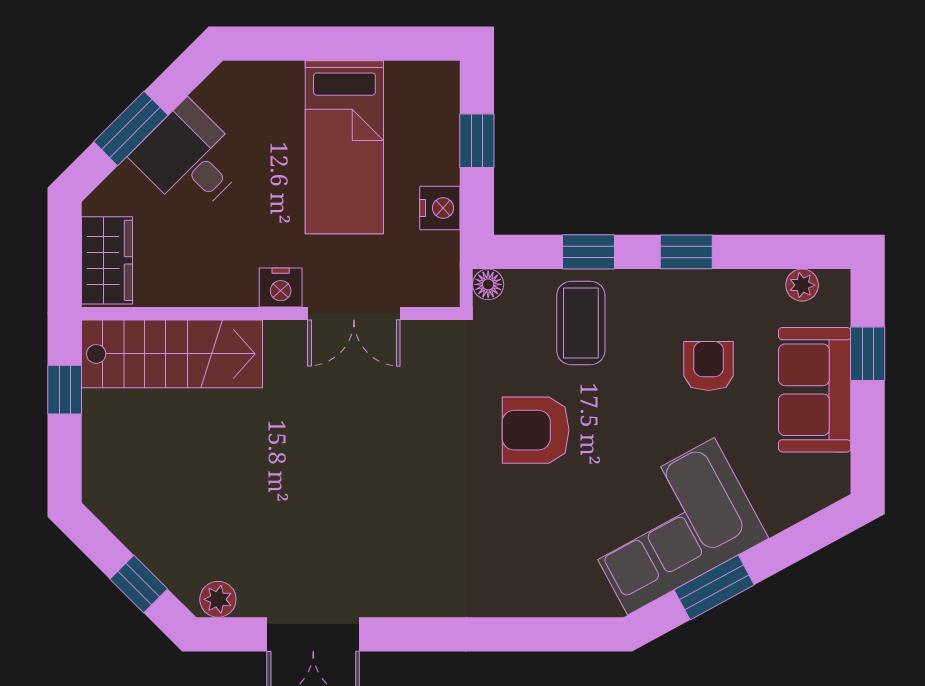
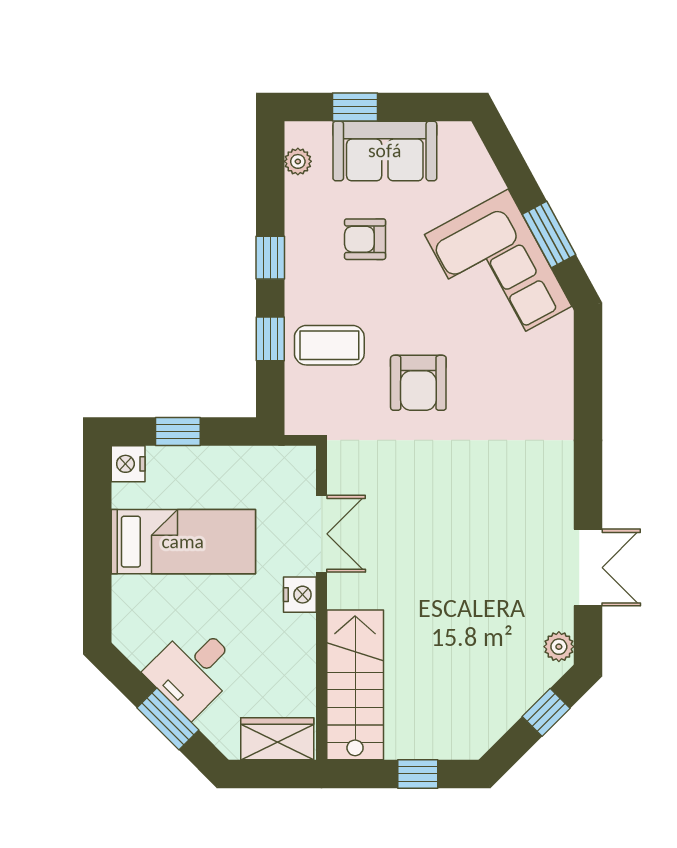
nightstand: (440, 208) -> (128, 464), moved, turned -90
floor lamp: (488, 284) -> (297, 422), removed
window: (65, 390) -> (418, 774), moved

